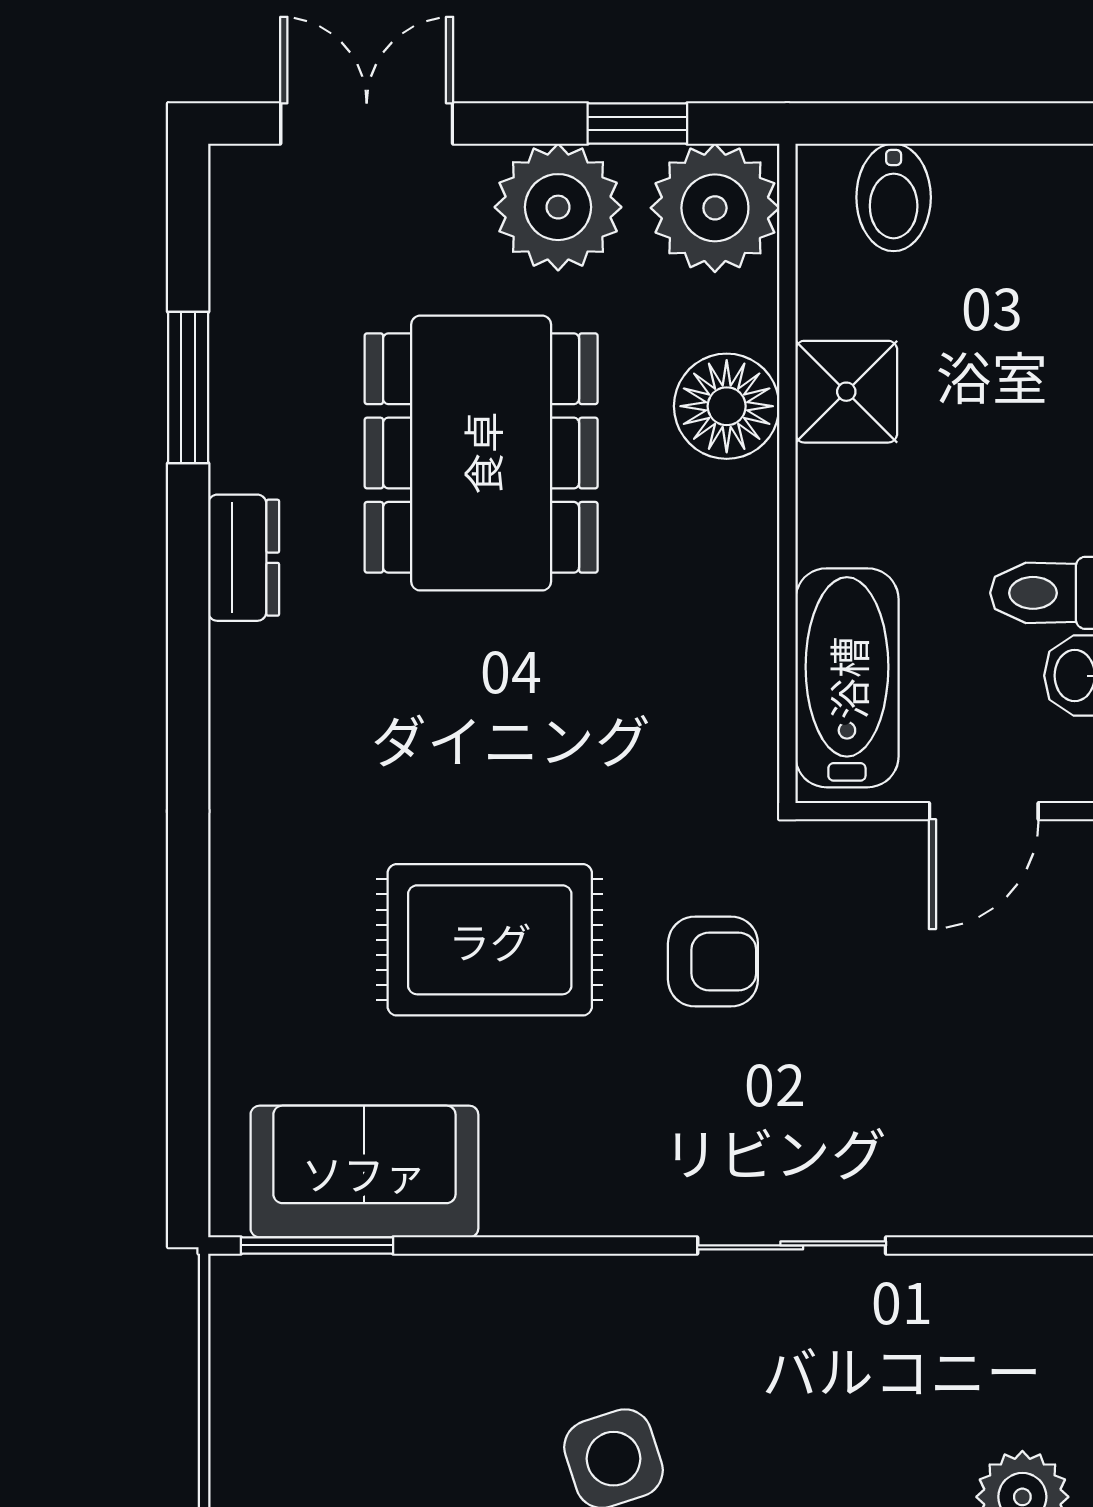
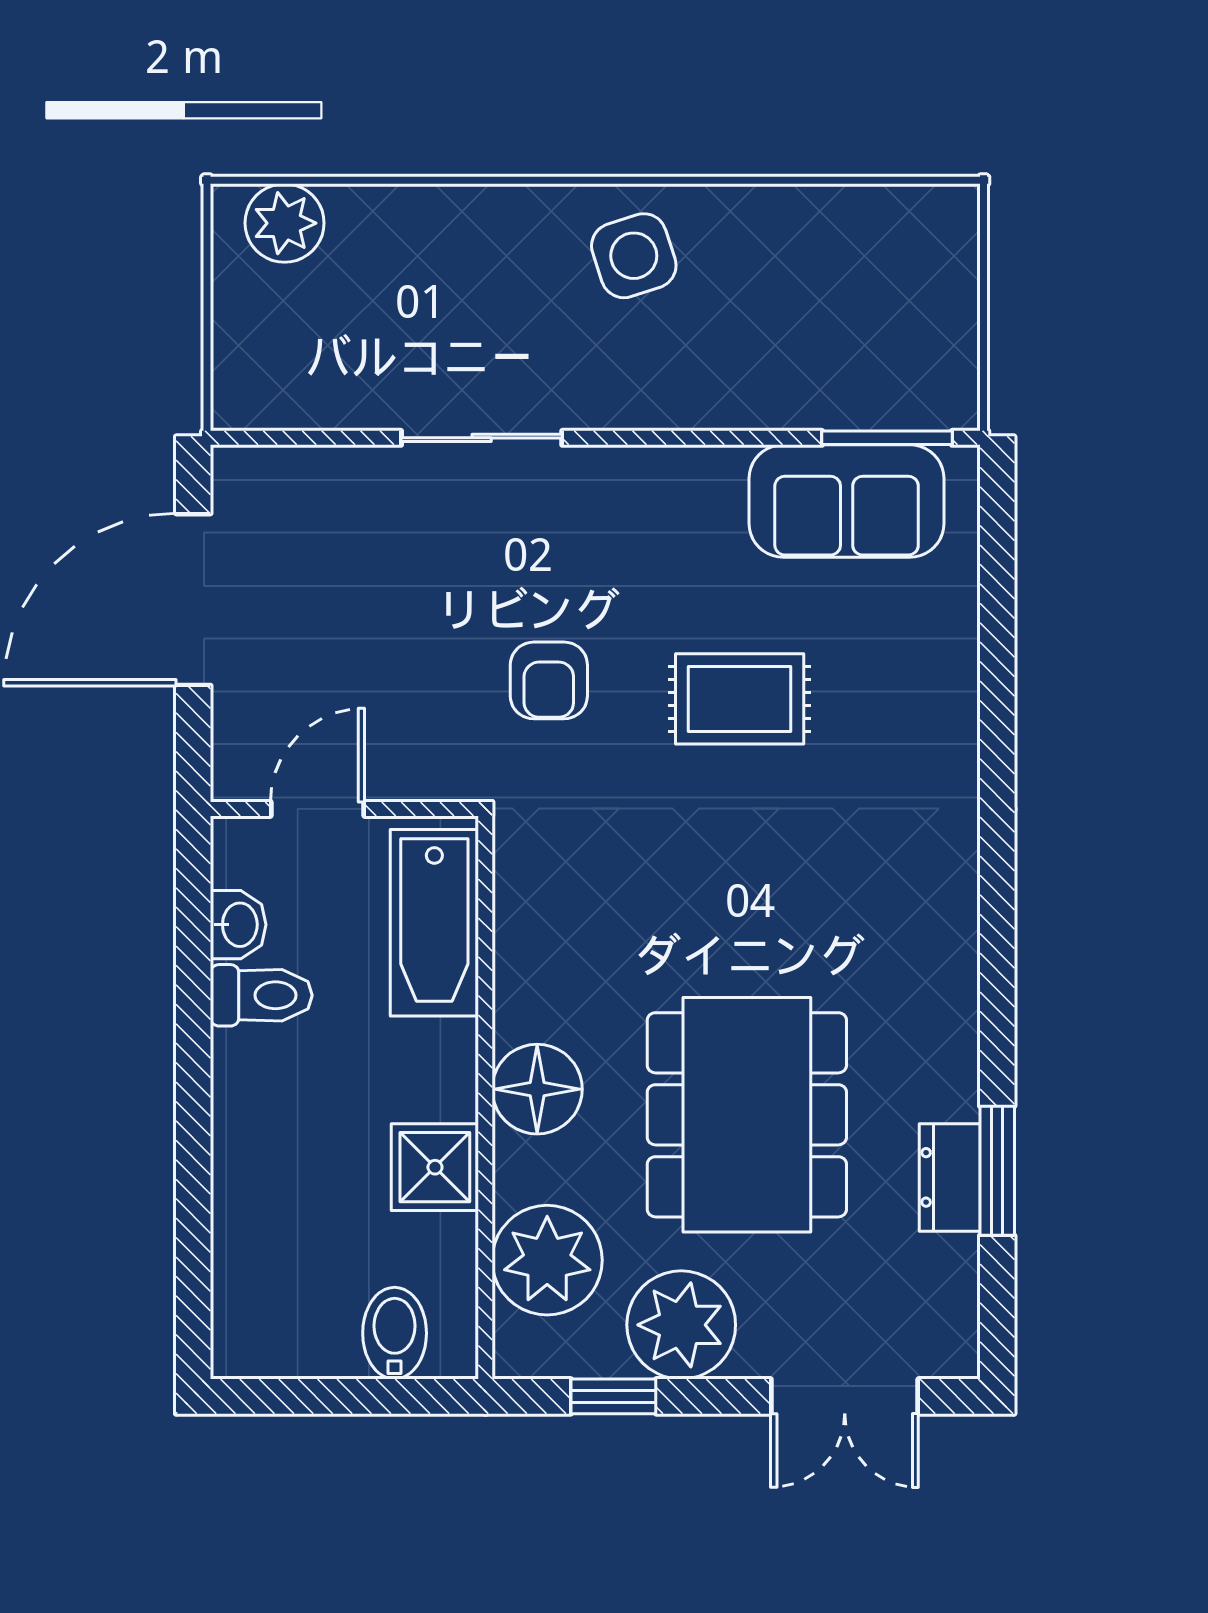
plant: (715, 208) -> (547, 1260), moved
floor lamp: (727, 406) -> (537, 1089), moved
dresser: (244, 558) -> (950, 1177), moved
rug: (490, 940) -> (740, 699), width x0.73, depth x0.70
armchair: (713, 961) -> (549, 680), turned -90

